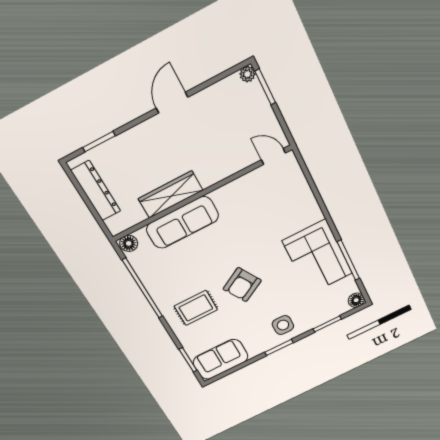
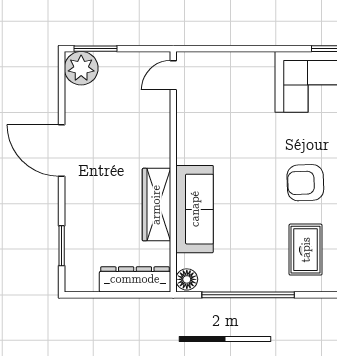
plant: (247, 74) -> (81, 68), width x1.88, depth x1.88
door: (172, 103) -> (62, 150), width x1.36
dresser: (96, 191) -> (135, 279), moved
armchair: (242, 285) -> (305, 183), turned 118

